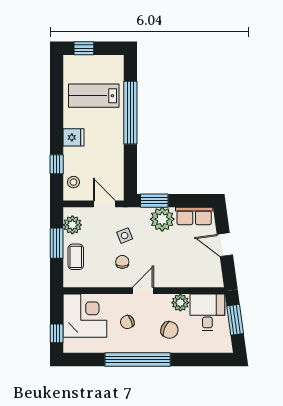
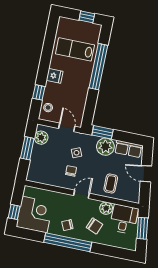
window: (84, 48) -> (87, 17), moved
coffee table: (76, 257) -> (111, 184), moved
corner desk: (85, 316) -> (35, 215), moved
chair: (127, 322) -> (67, 225), moved

